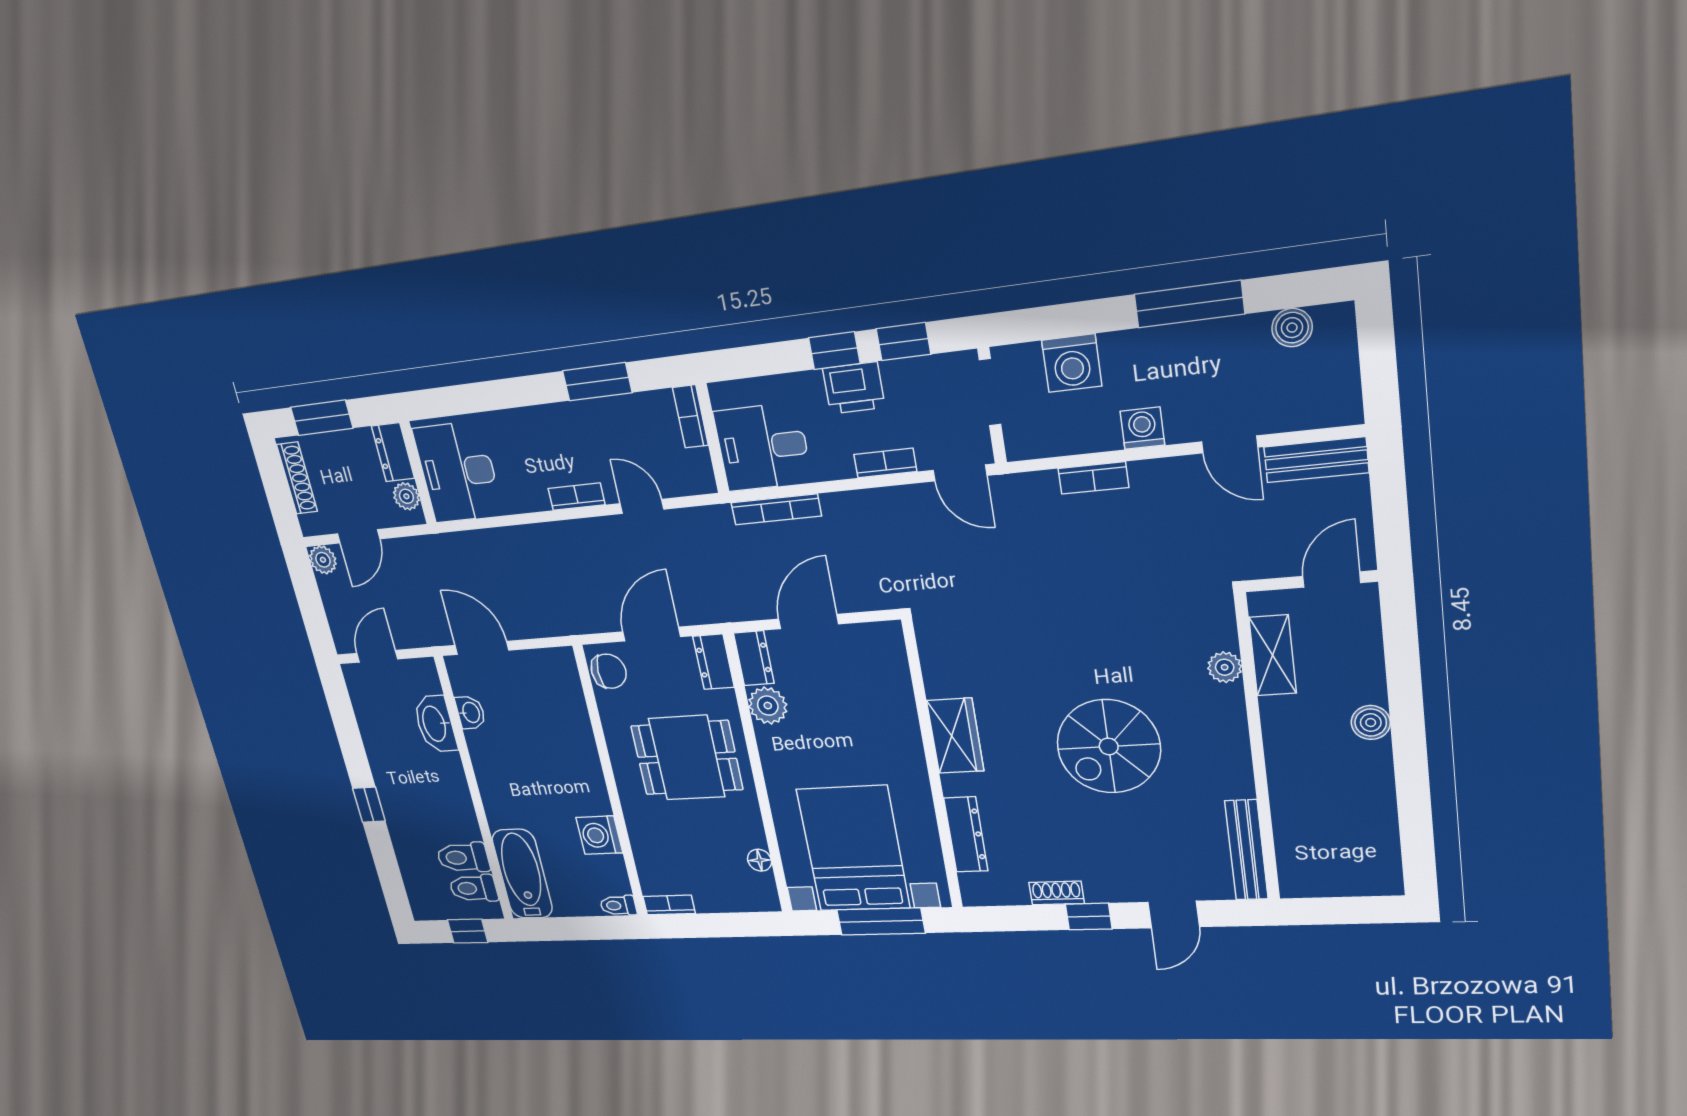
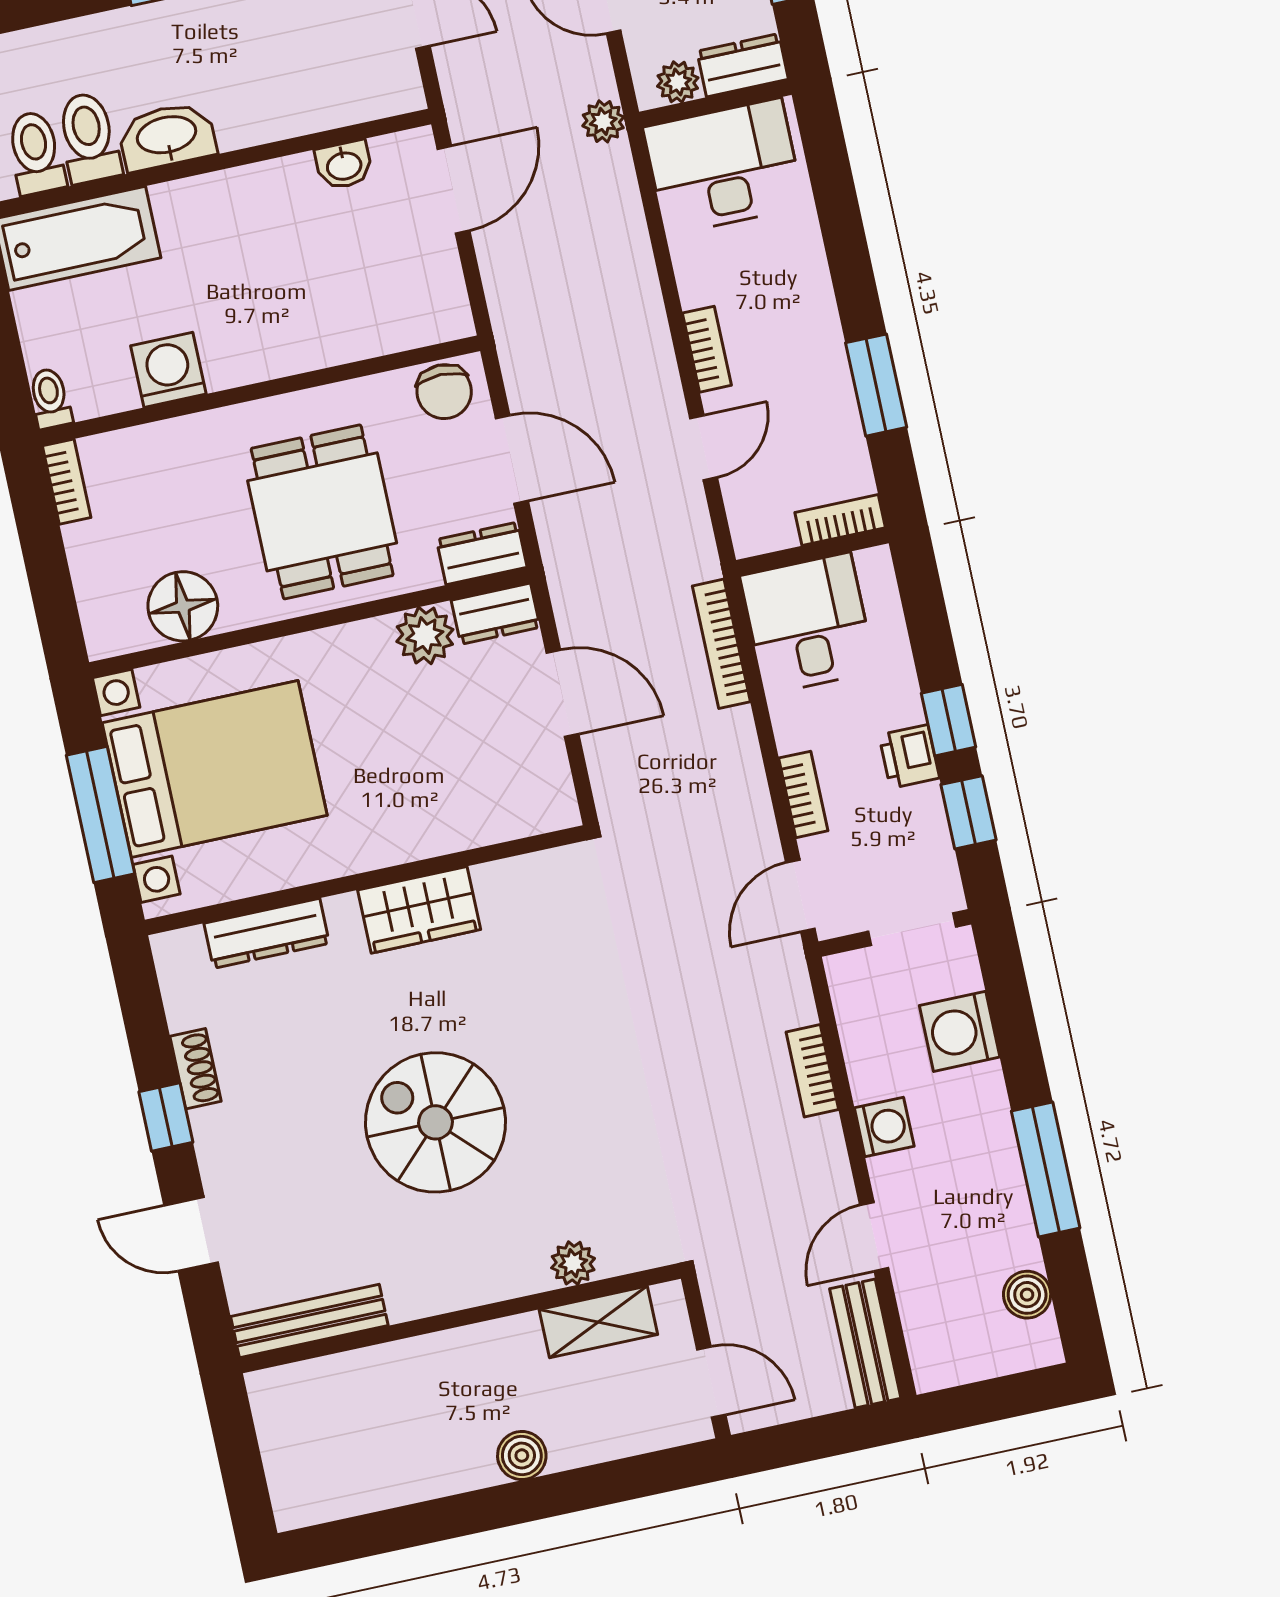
printer: (854, 388) -> (909, 757), width x0.73, depth x0.81
plant: (434, 548) -> (603, 121), added
washbasin: (435, 724) -> (167, 136), moved
floor lamp: (760, 860) -> (183, 606), width x1.89, depth x1.89

